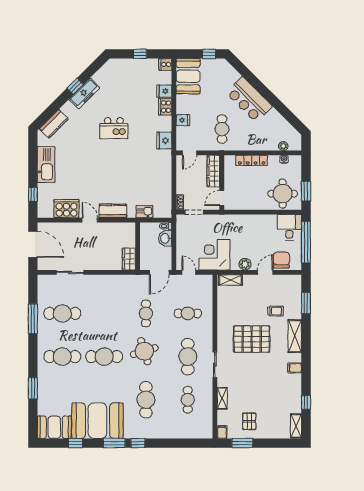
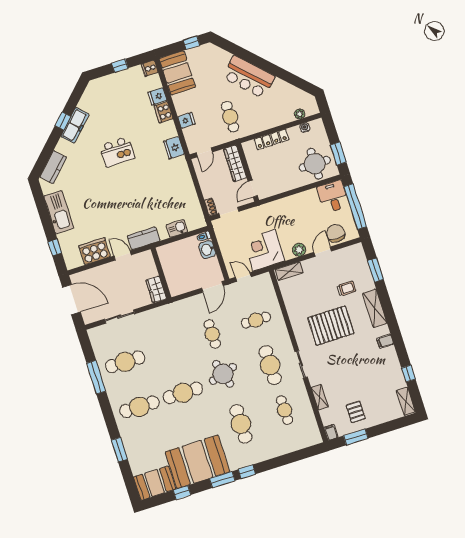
wall: (138, 246) -> (161, 273), moved
wardrobe: (129, 259) -> (156, 289), moved

